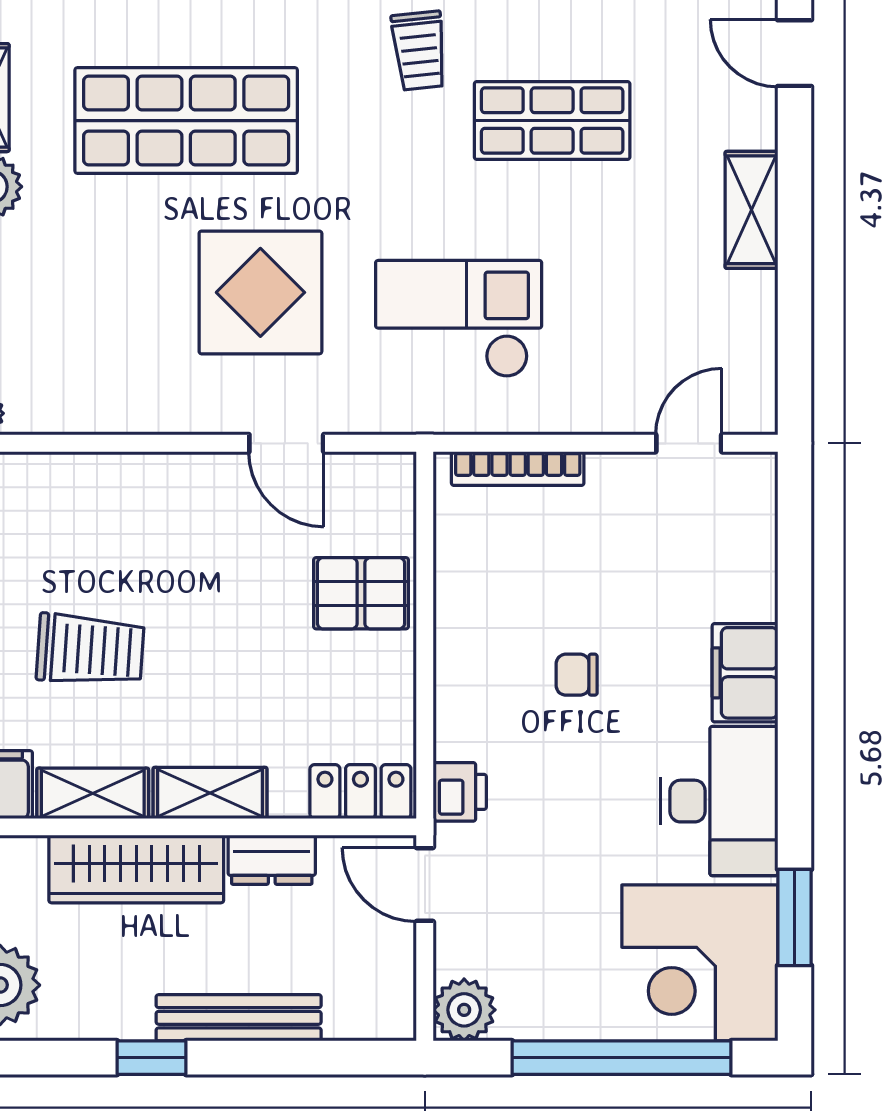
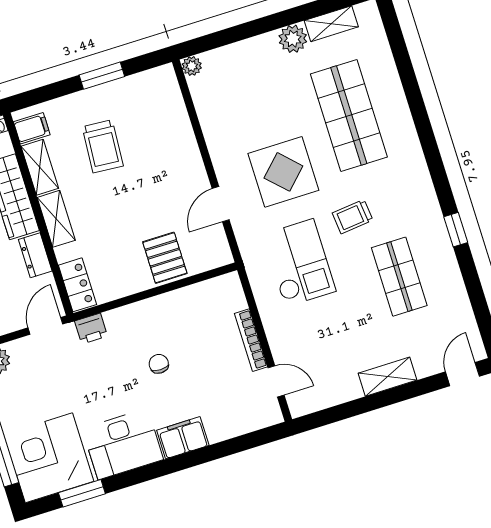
trolley: (419, 51) -> (353, 217), moved
bookcase: (518, 468) -> (251, 340), moved

